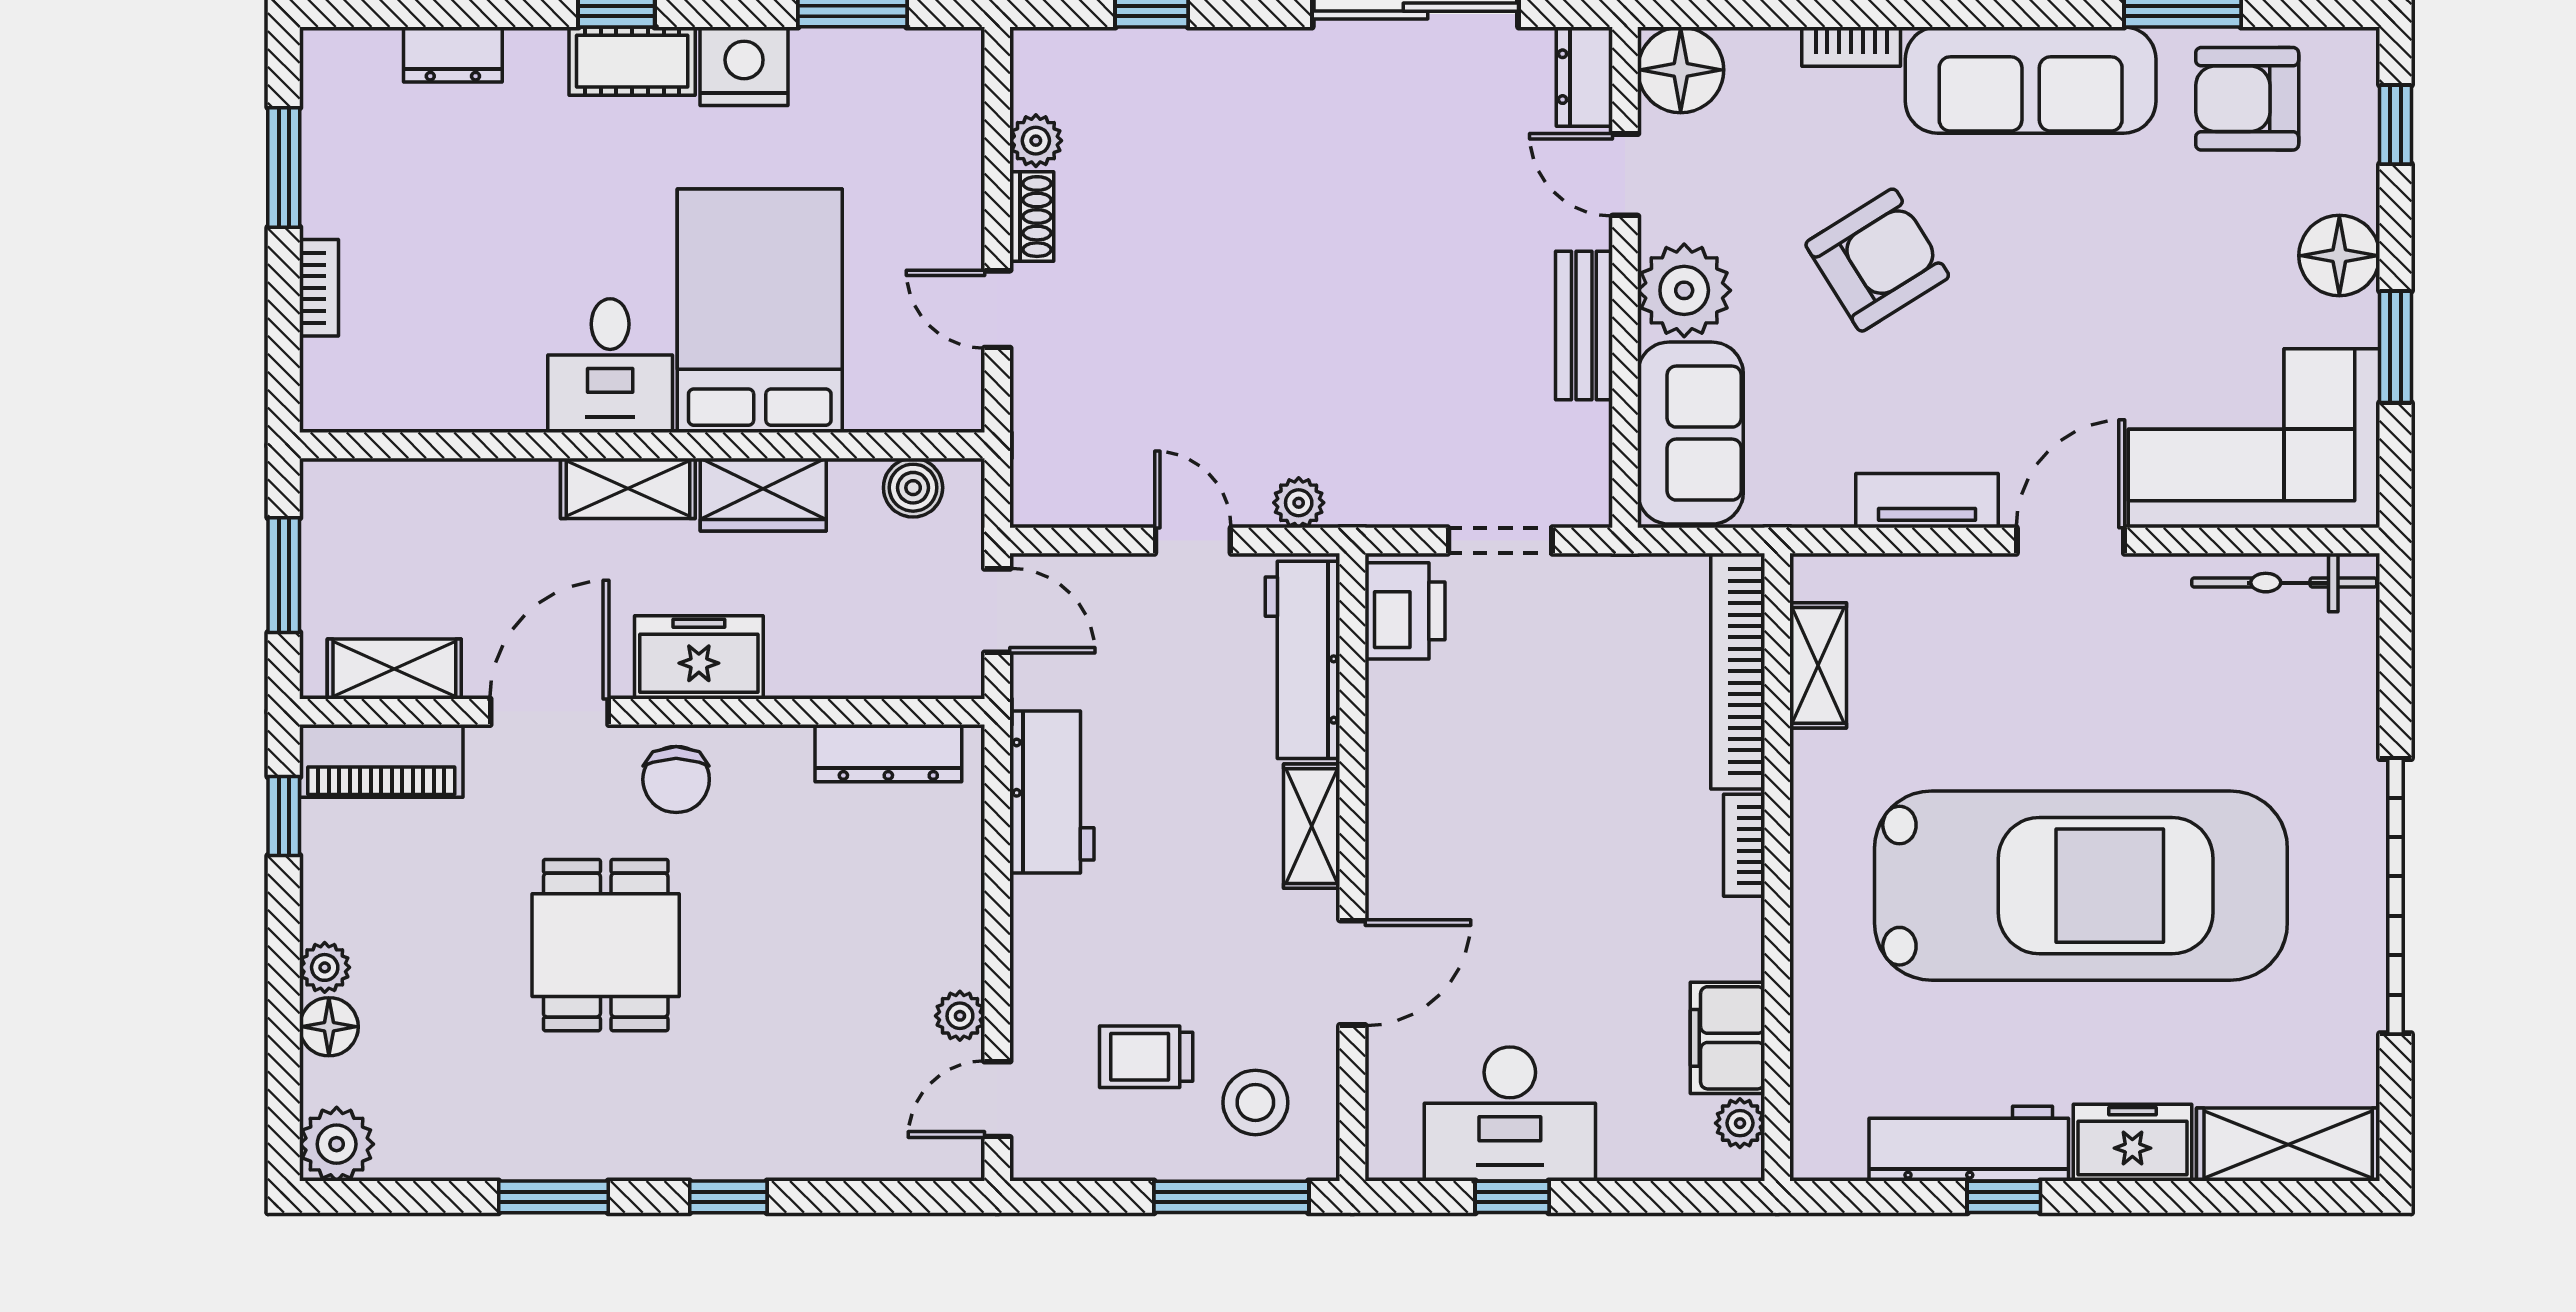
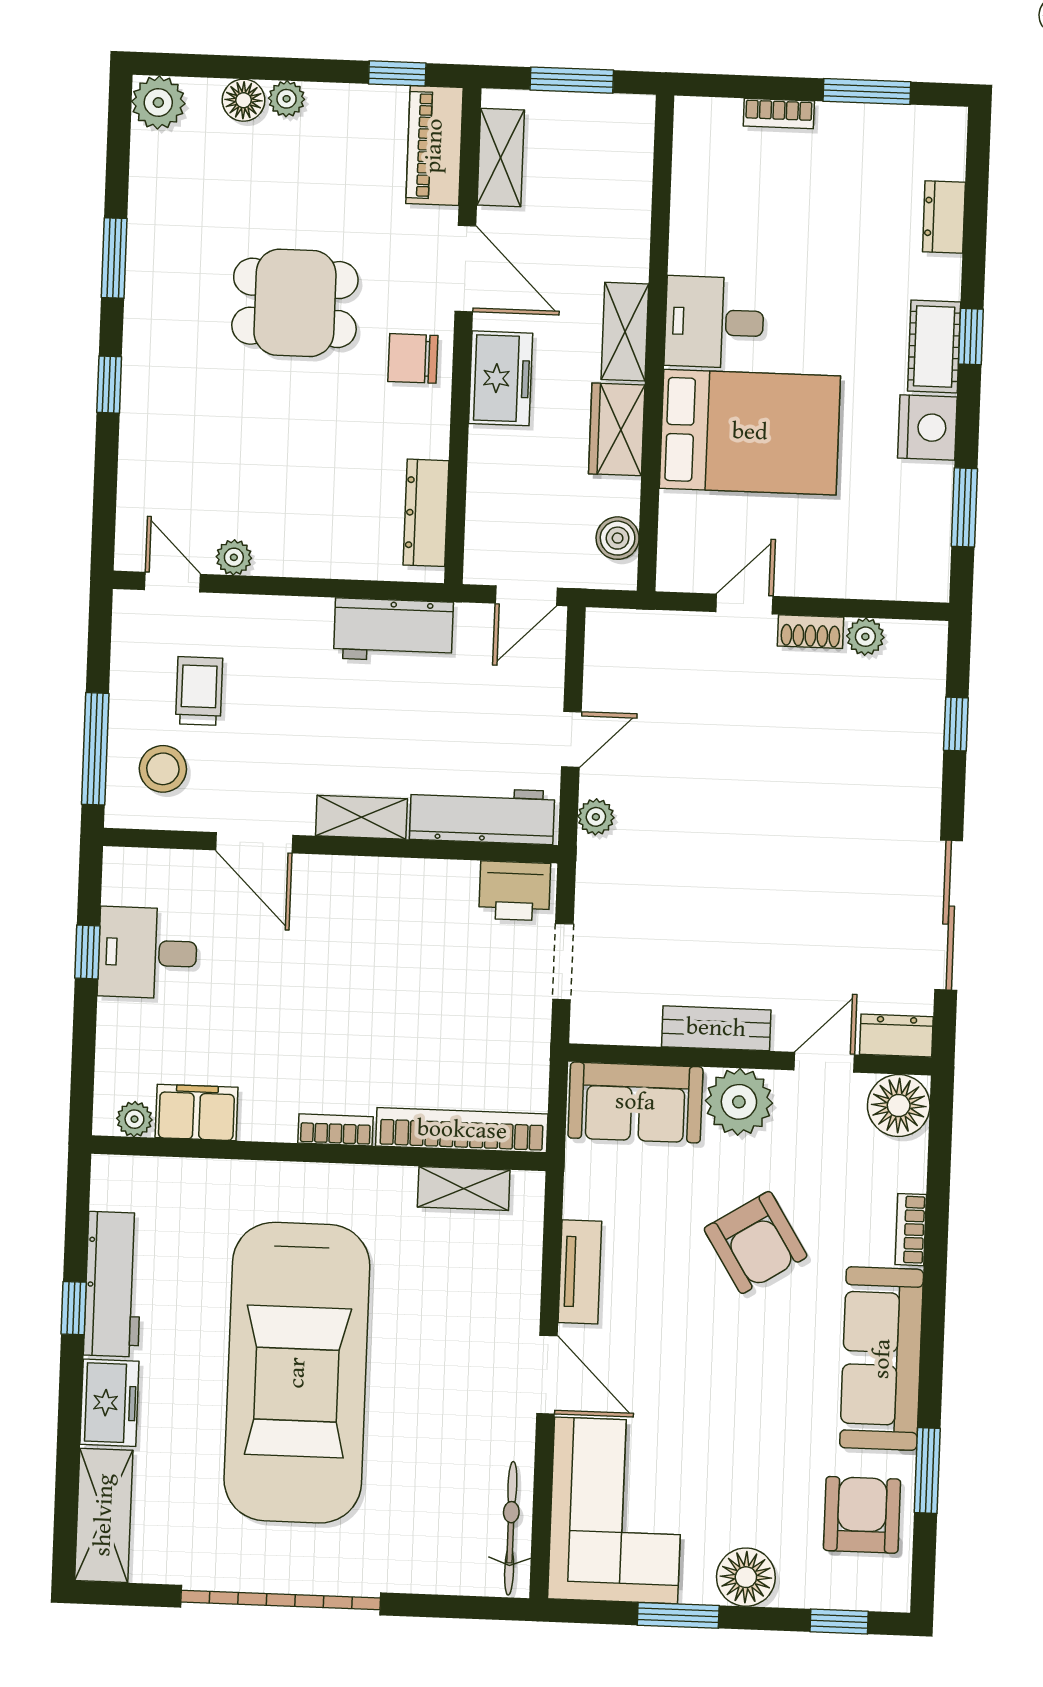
desk: (1510, 1114) -> (148, 953), width x0.73

